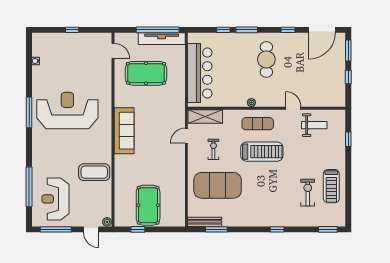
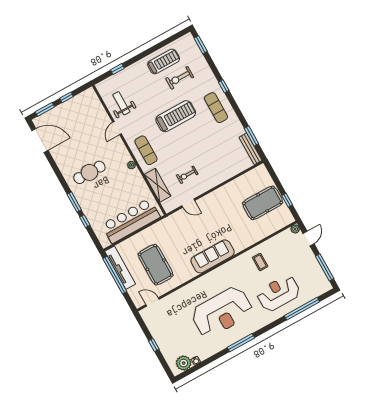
window: (288, 30) -> (55, 168), removed
plant: (40, 48) -> (184, 363), added
door: (113, 51) -> (153, 302), hinge flipped
reception desk: (67, 110) -> (222, 312), turned -90
shelving: (205, 116) -> (158, 185), moved
treadmill: (262, 152) -> (176, 116), moved, turned 90
coffee table: (94, 172) -> (260, 262), width x0.54, depth x0.58
exercise mat: (218, 185) -> (216, 108), moved, width x0.50, depth x0.69
reception desk: (55, 199) -> (278, 293), moved, turned 180

